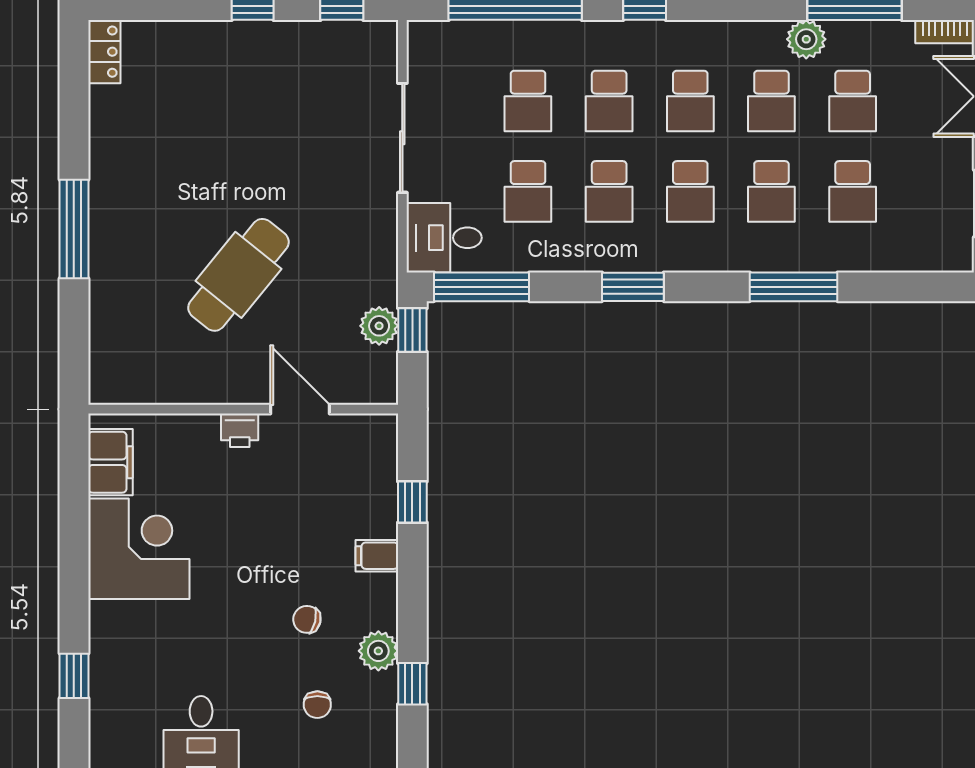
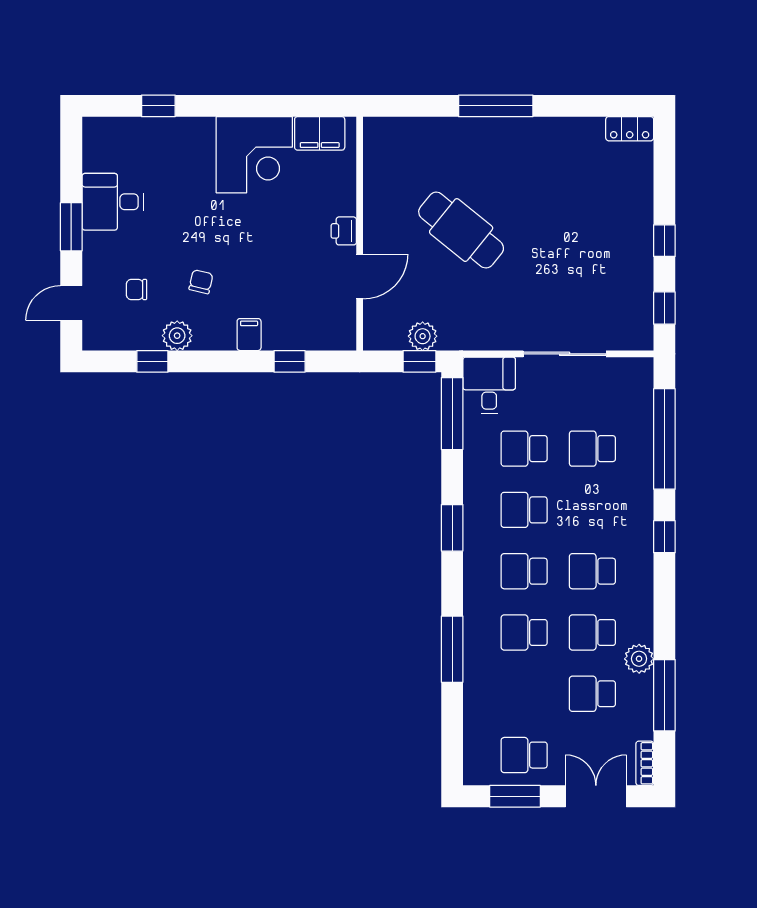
school desk: (609, 101) -> (592, 510), removed
school desk: (853, 191) -> (524, 755), moved

